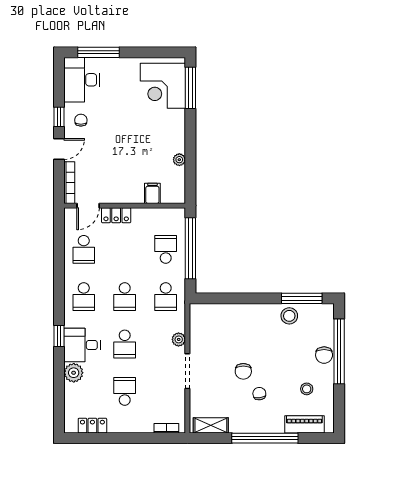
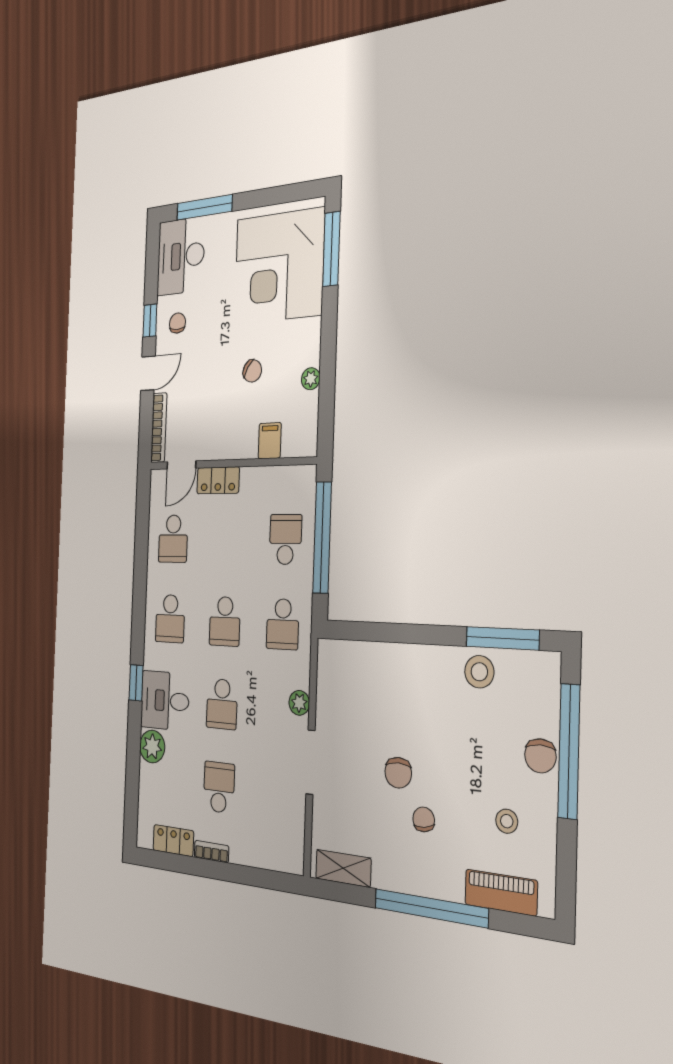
corner desk: (163, 86) -> (279, 267), width x1.36, depth x1.36
chair: (138, 153) -> (252, 371), added
bookcase: (166, 428) -> (211, 852), moved

